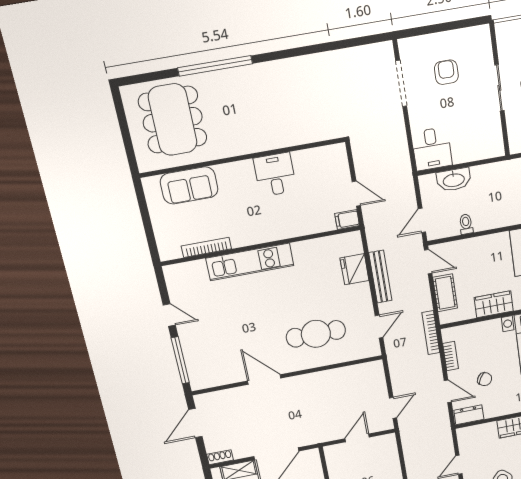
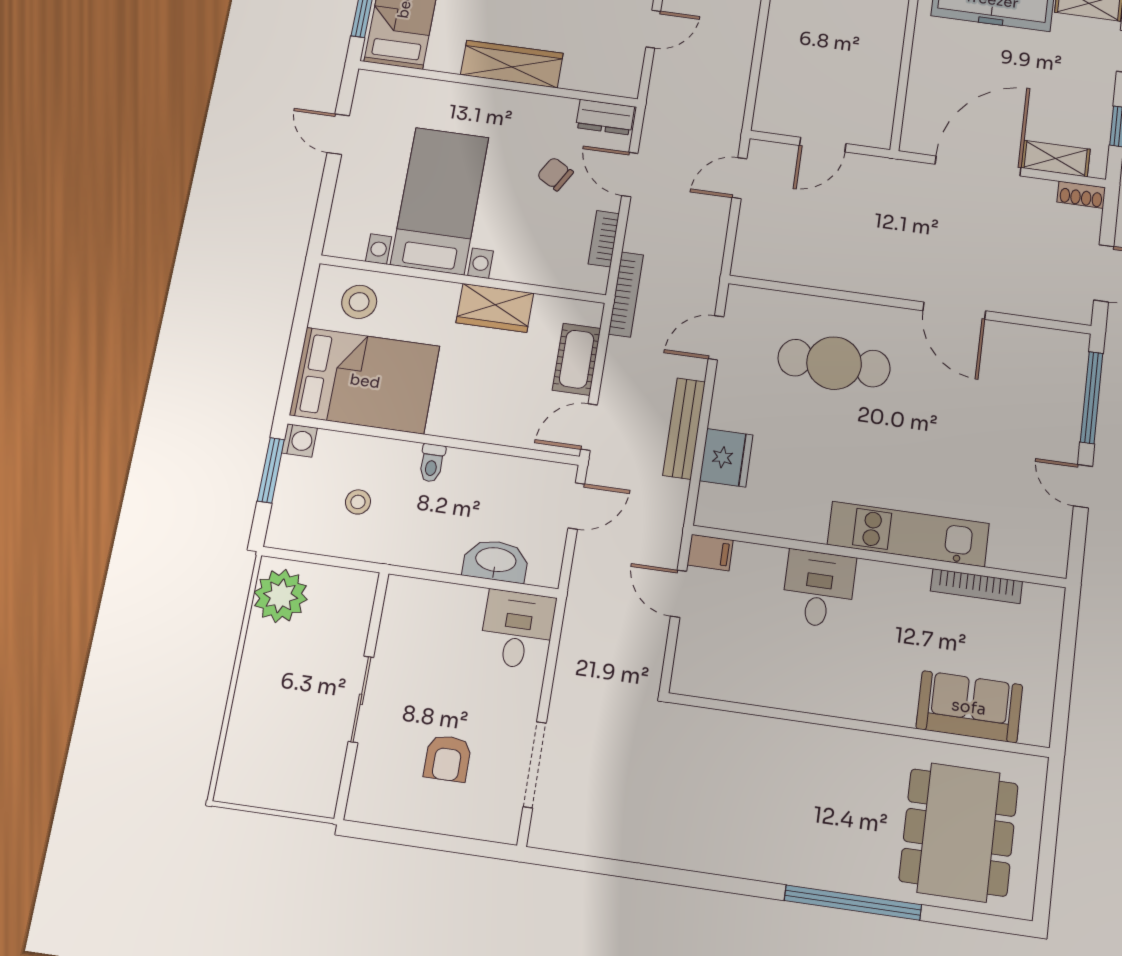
desk: (275, 175) -> (819, 589), moved, turned 180
toilet: (466, 224) -> (432, 463), moved
door: (428, 262) -> (589, 427), hinge flipped

